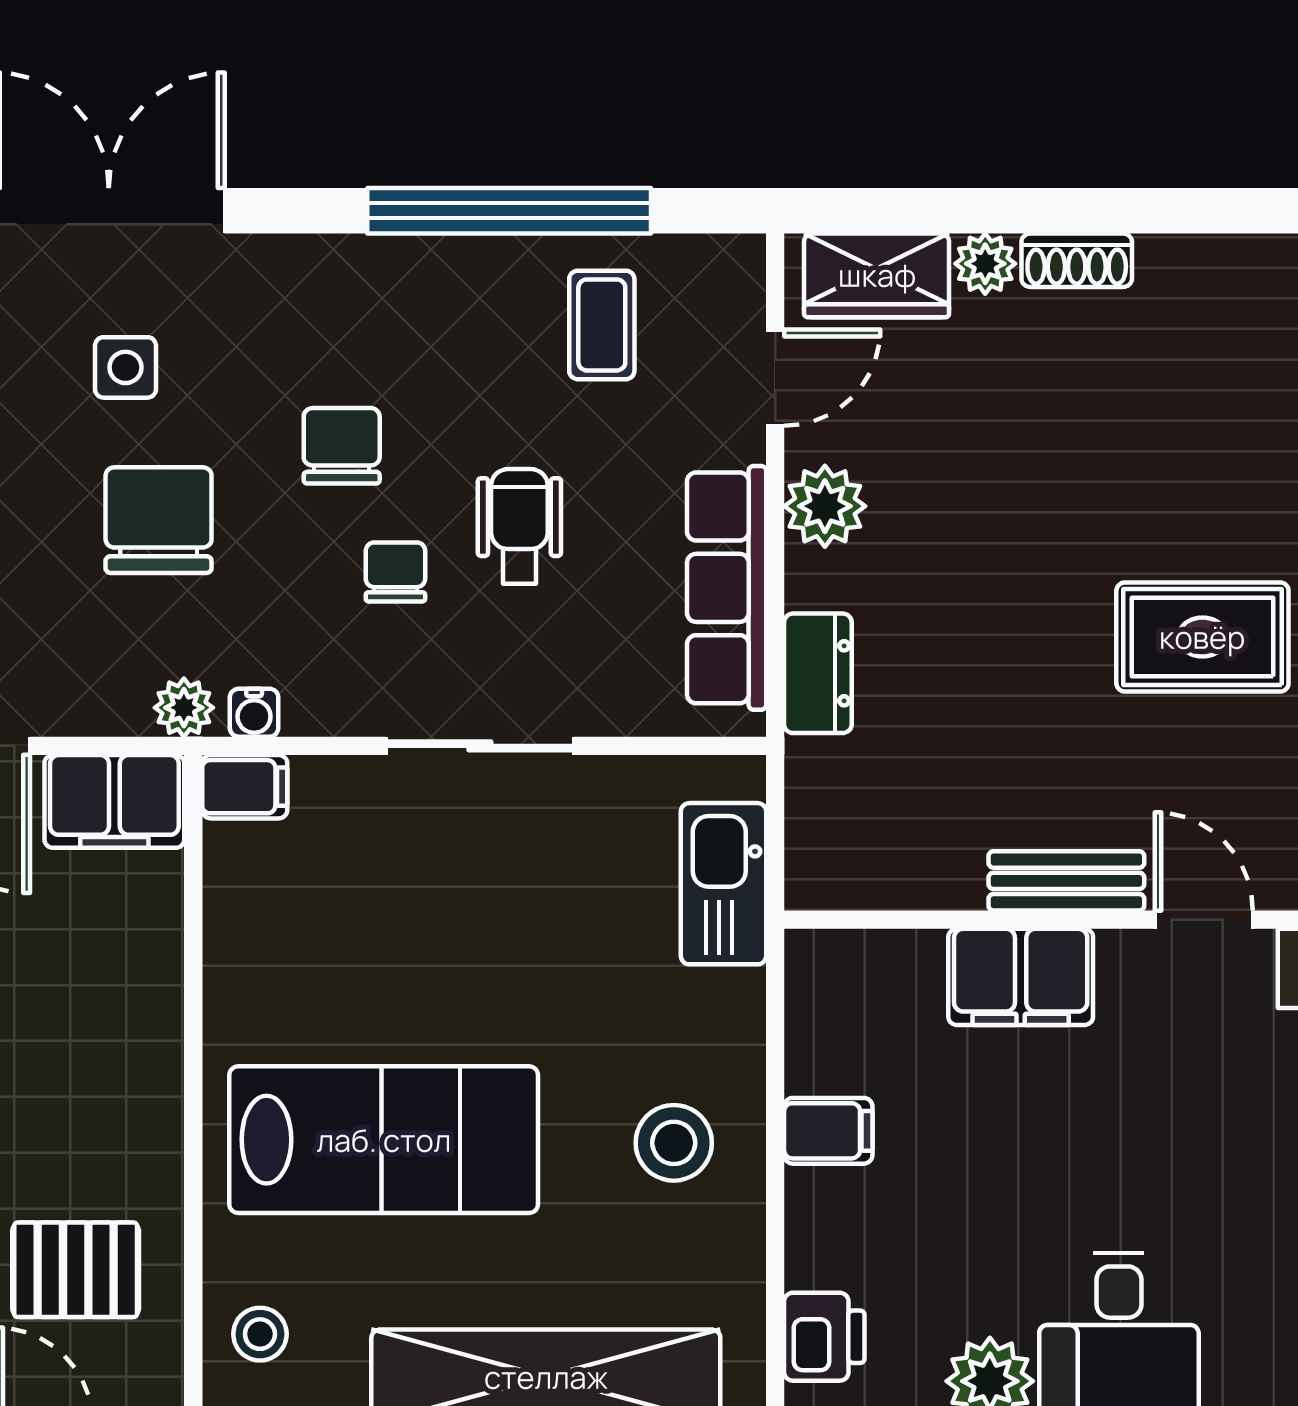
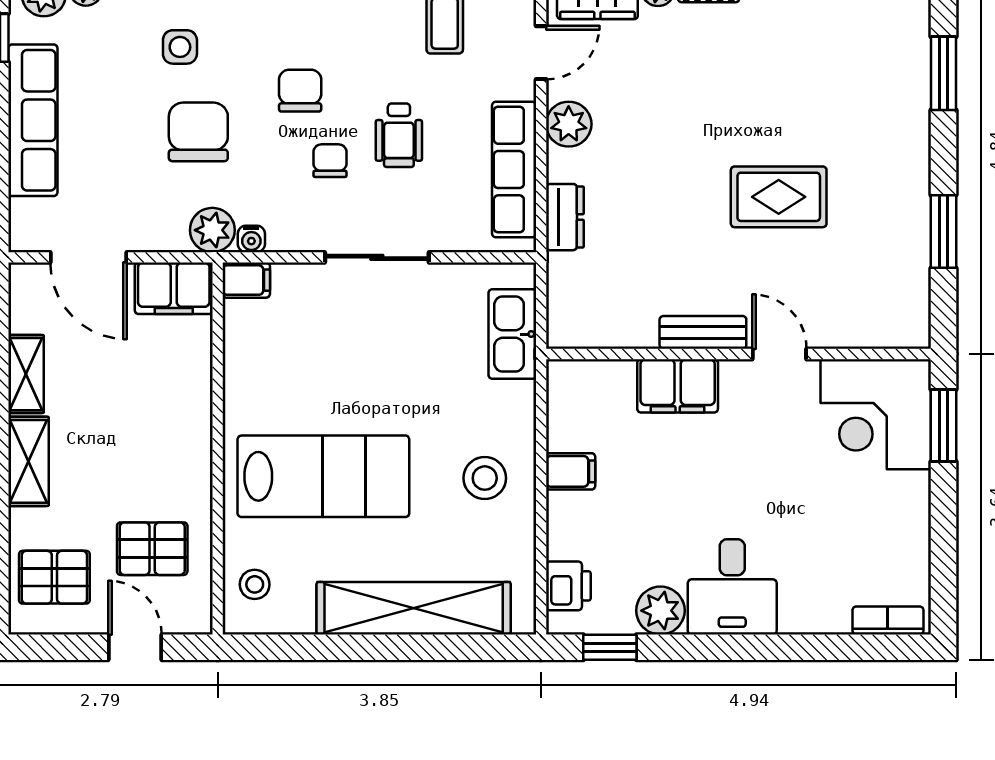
wheelchair: (519, 526) -> (399, 135), turned 180
plant: (184, 708) -> (212, 230), width x1.38, depth x1.38

